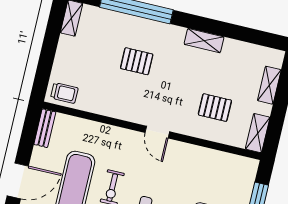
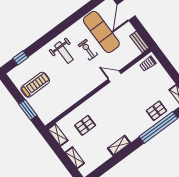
pallet: (137, 61) -> (157, 111), moved
door: (157, 132) -> (115, 76), moved

